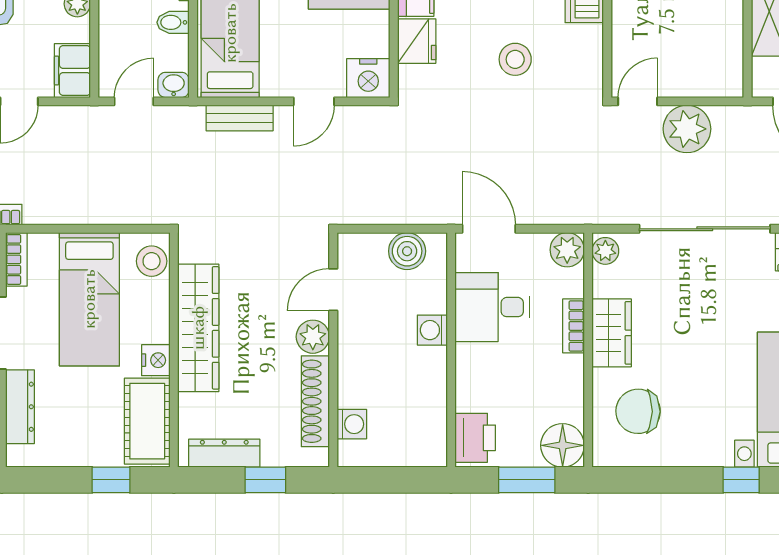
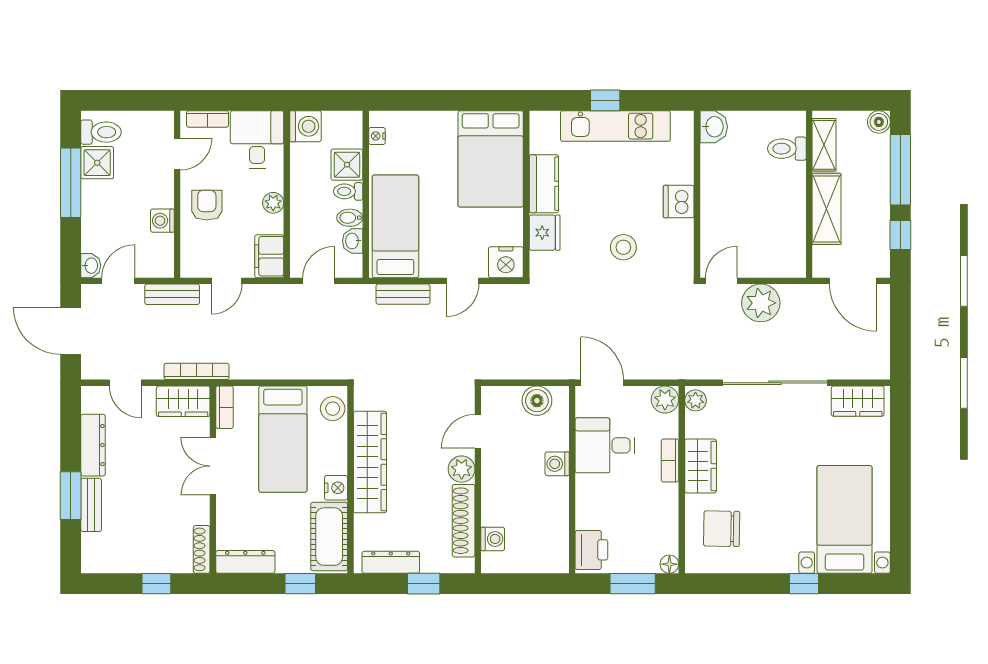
washbasin: (174, 85) -> (353, 241), moved, turned -90
dresser: (20, 407) -> (245, 562), moved, turned -90
floor lamp: (563, 445) -> (669, 564), width x0.53, depth x0.53

